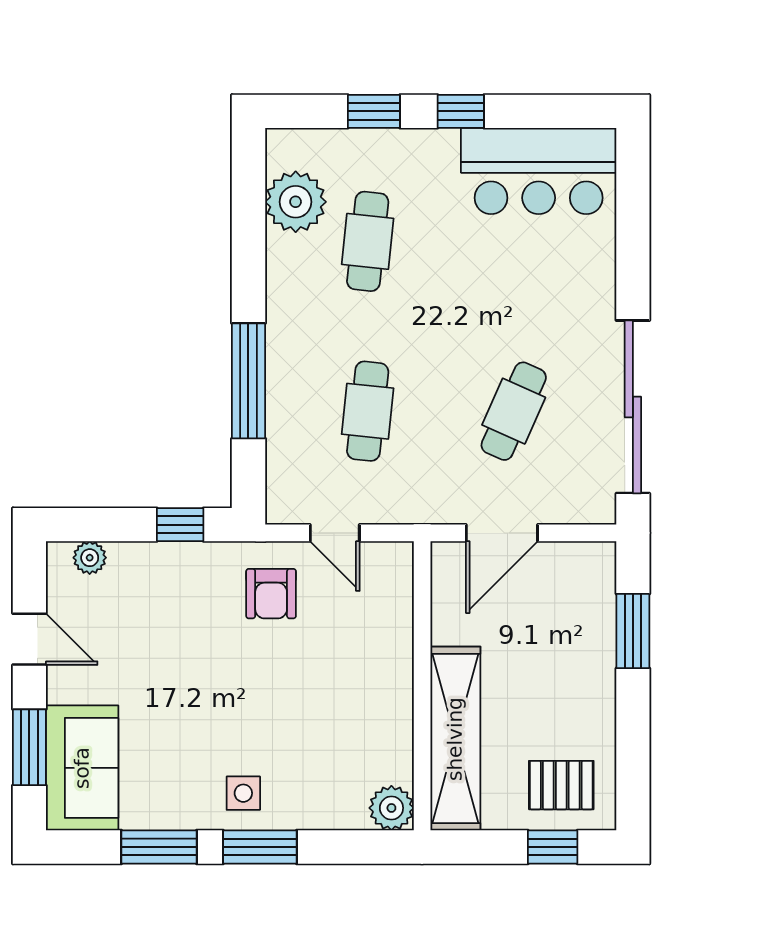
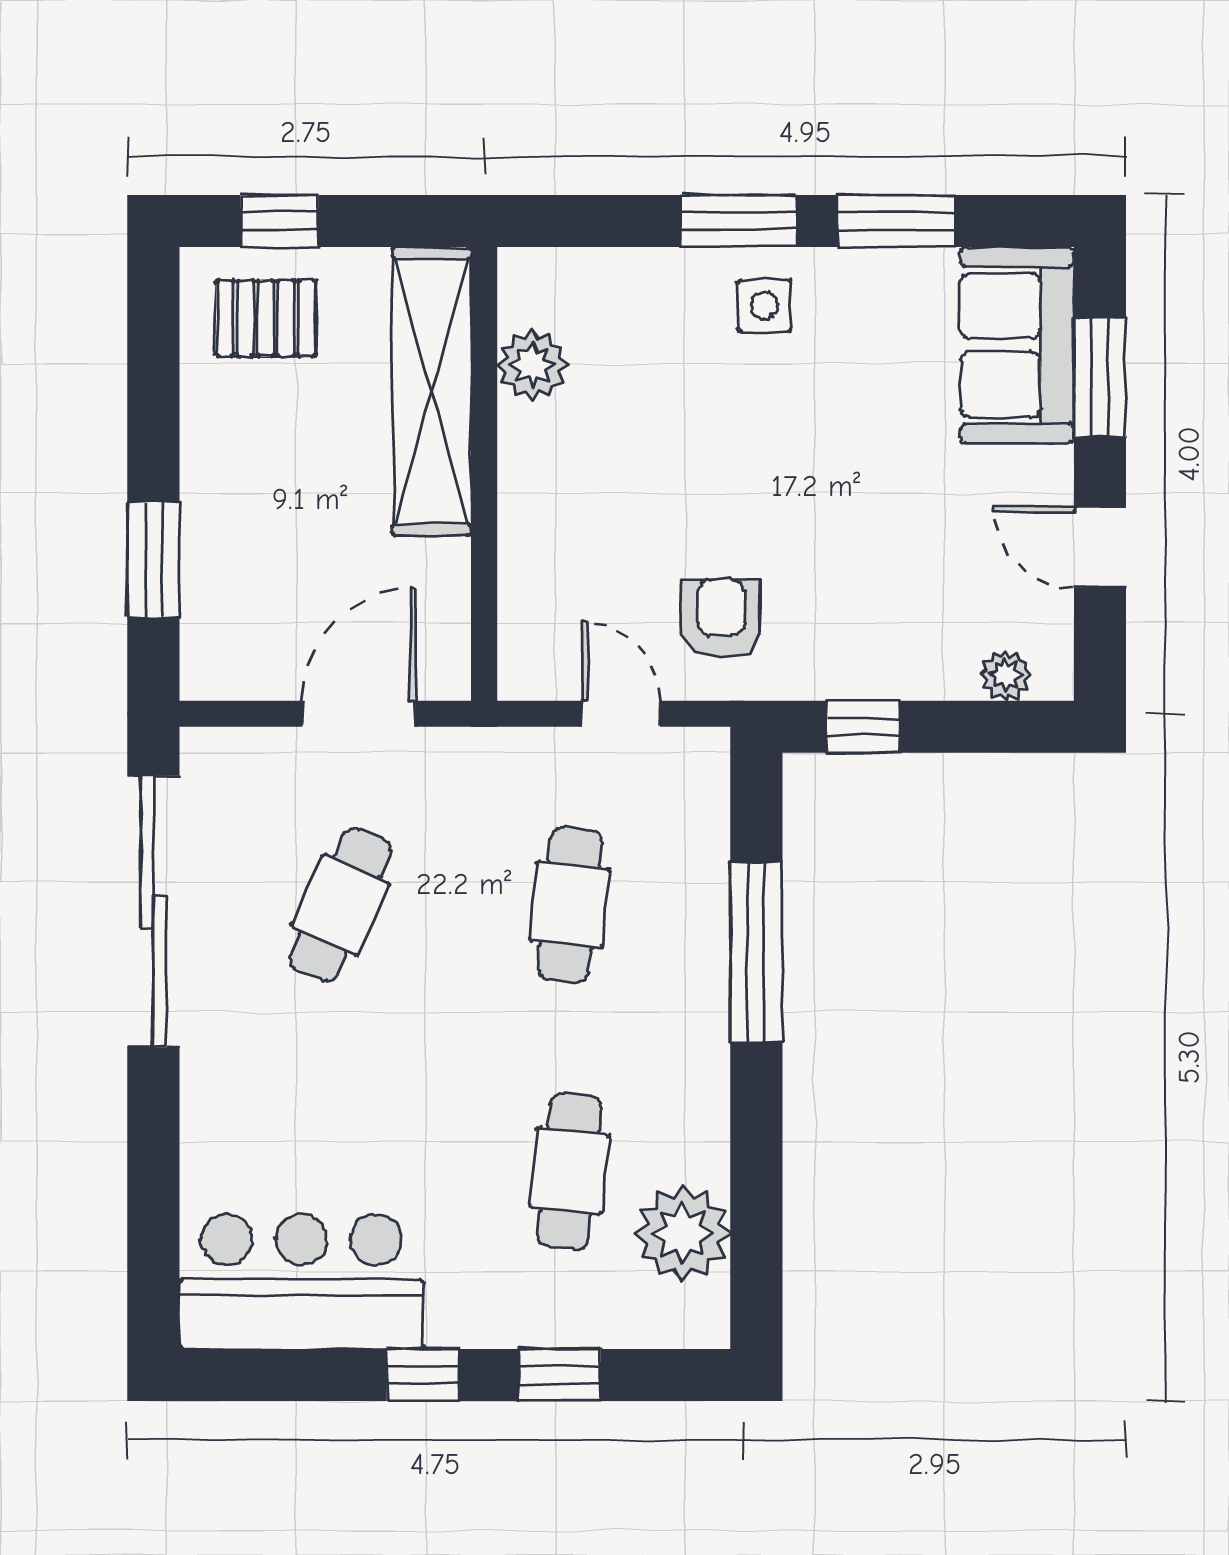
plant: (391, 808) -> (532, 365), moved

